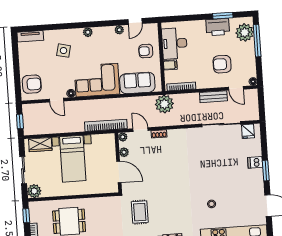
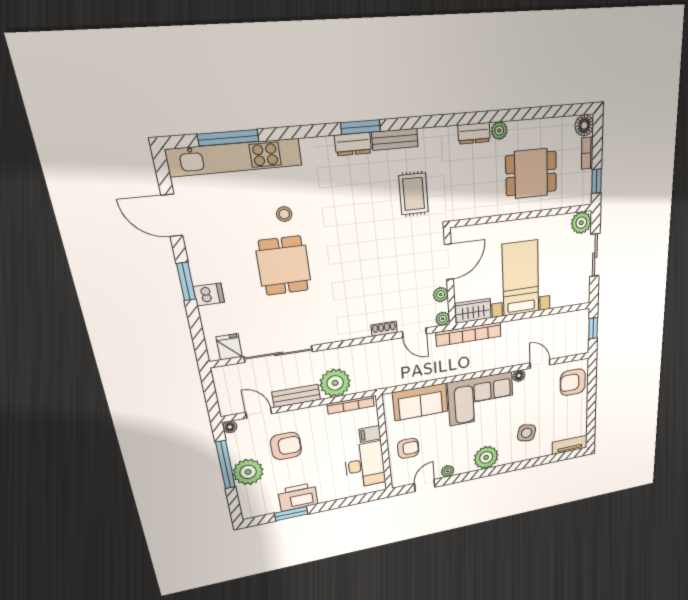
plant: (88, 32) -> (486, 457), width x1.88, depth x1.88
plant: (245, 32) -> (248, 472), moved
window: (257, 41) -> (225, 465), moved
plant: (164, 104) -> (335, 383), moved
wardrobe: (40, 145) -> (473, 311), moved
door: (119, 172) -> (449, 262), swing flipped
dining table: (214, 176) -> (284, 266), added

